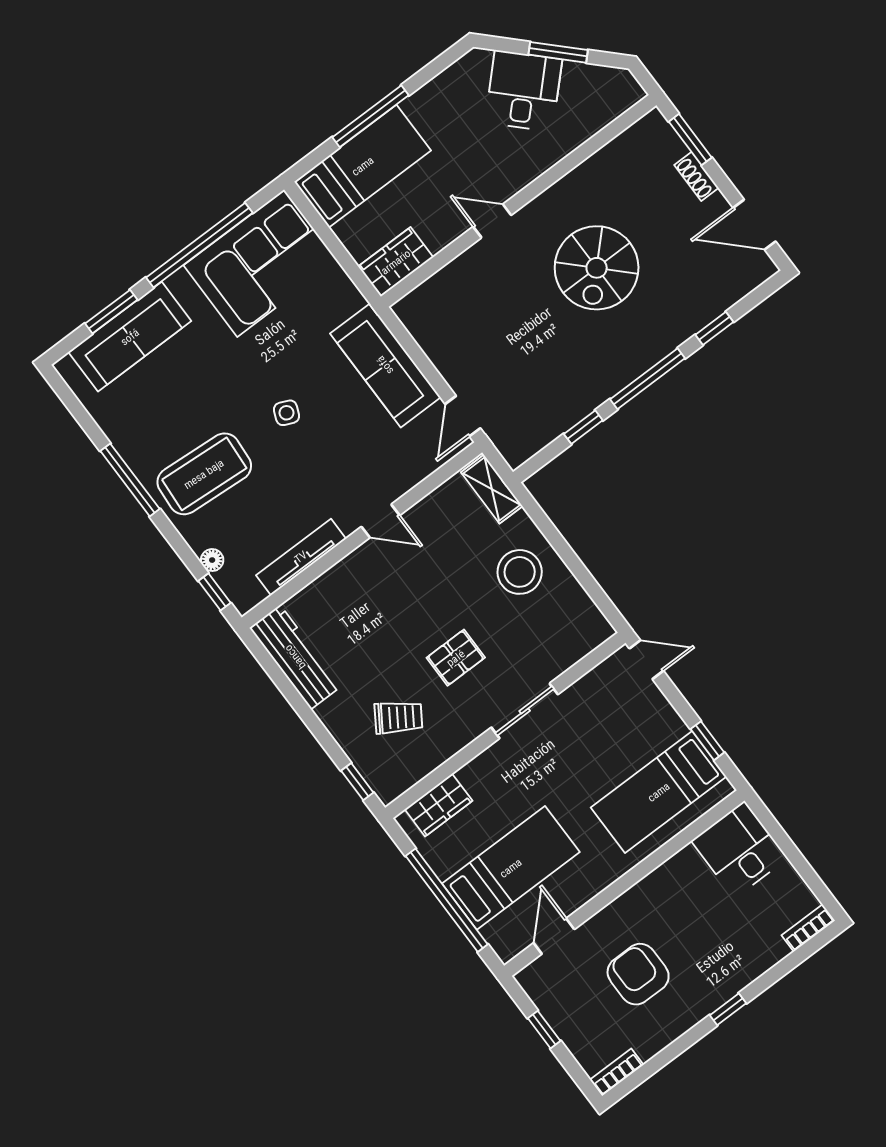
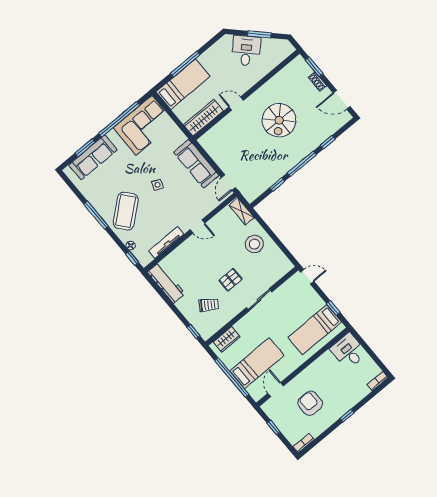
wardrobe: (396, 262) -> (203, 118), width x1.50
coffee table: (204, 474) -> (126, 211), turned -44

